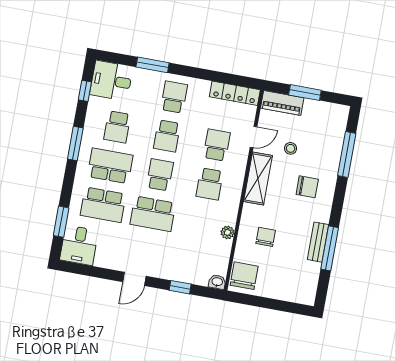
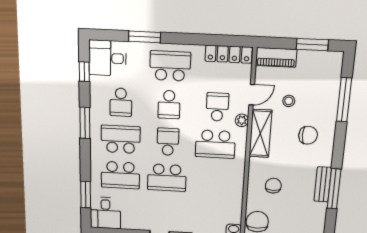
window: (305, 93) -> (312, 45), moved
school desk: (174, 97) -> (170, 66), width x1.85
school desk: (210, 184) -> (215, 144), width x1.85
plant: (228, 232) -> (242, 120), moved

